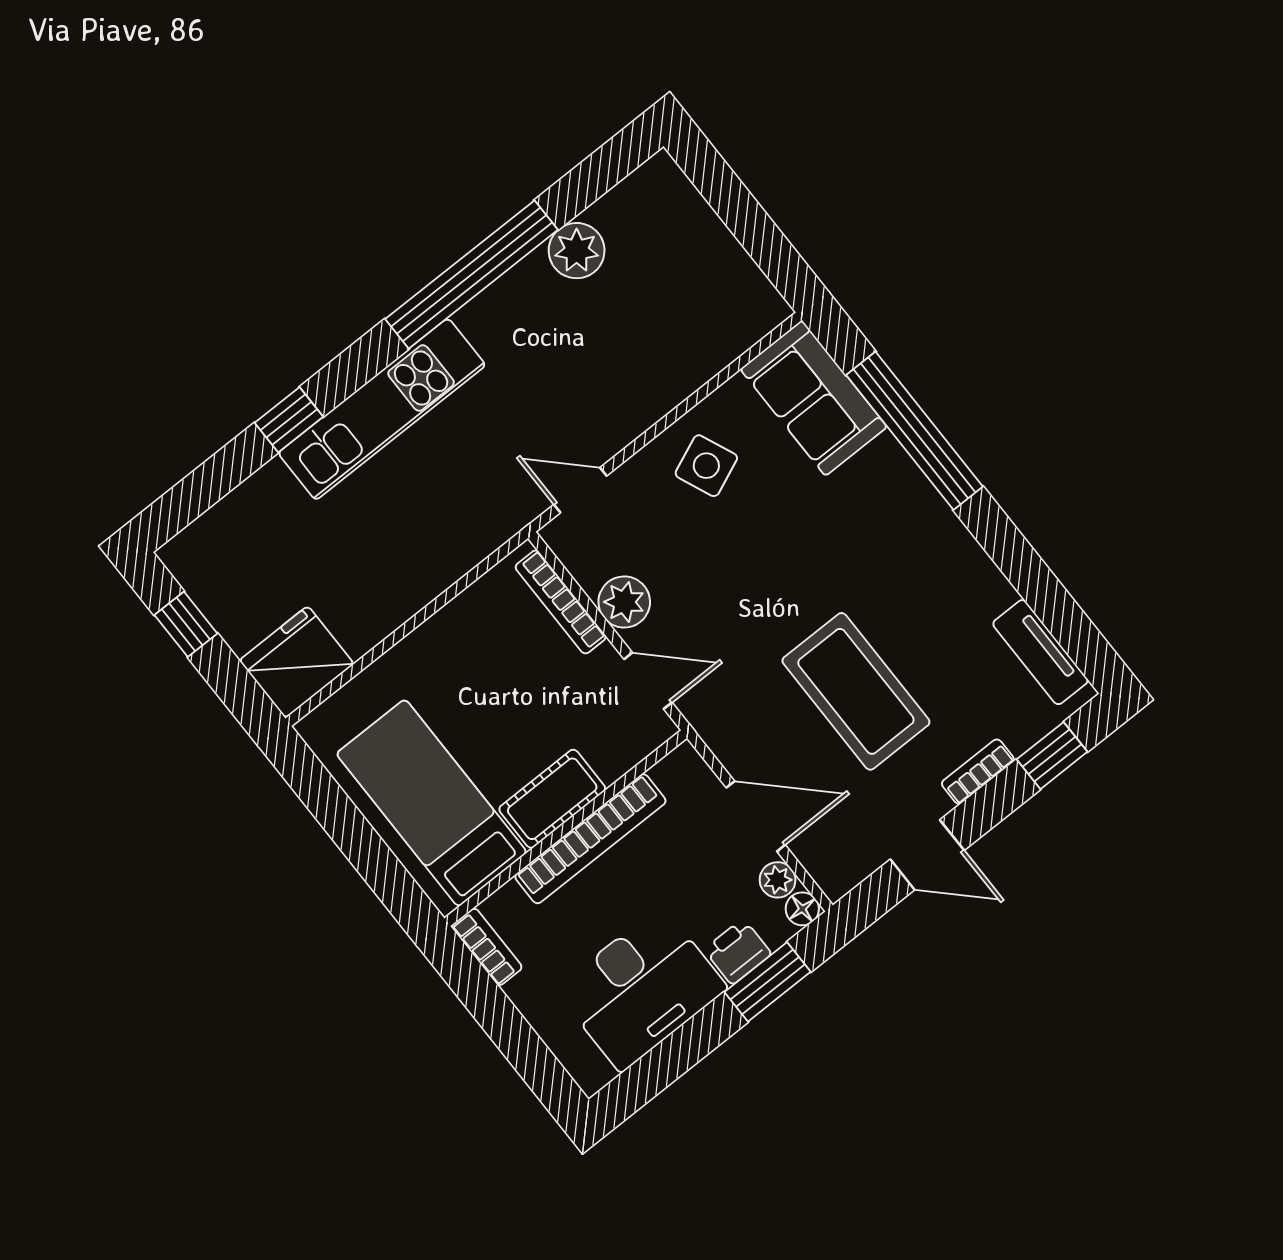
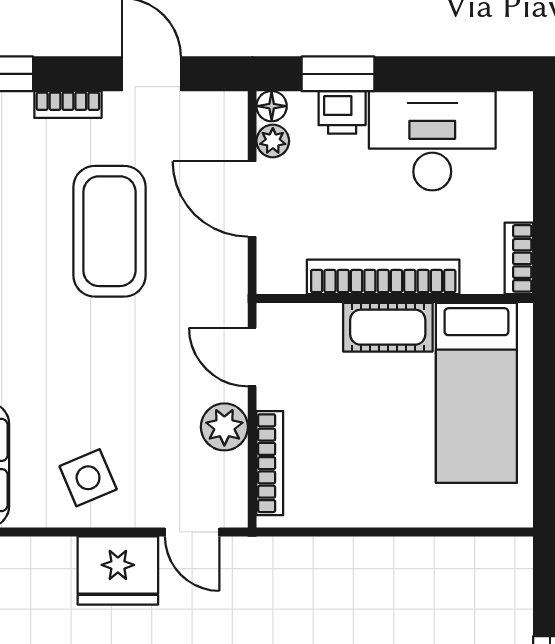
fridge: (297, 662) -> (118, 570), moved

